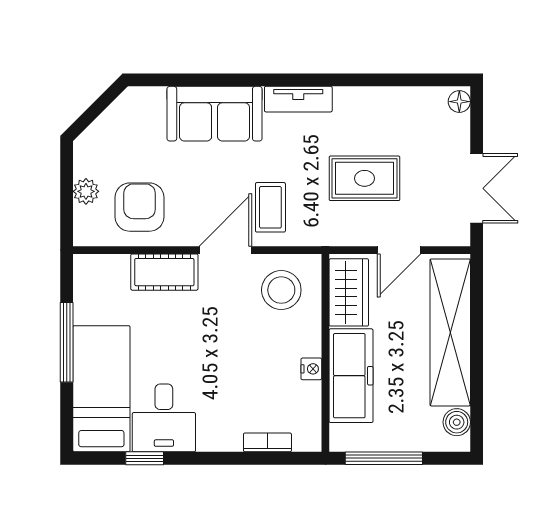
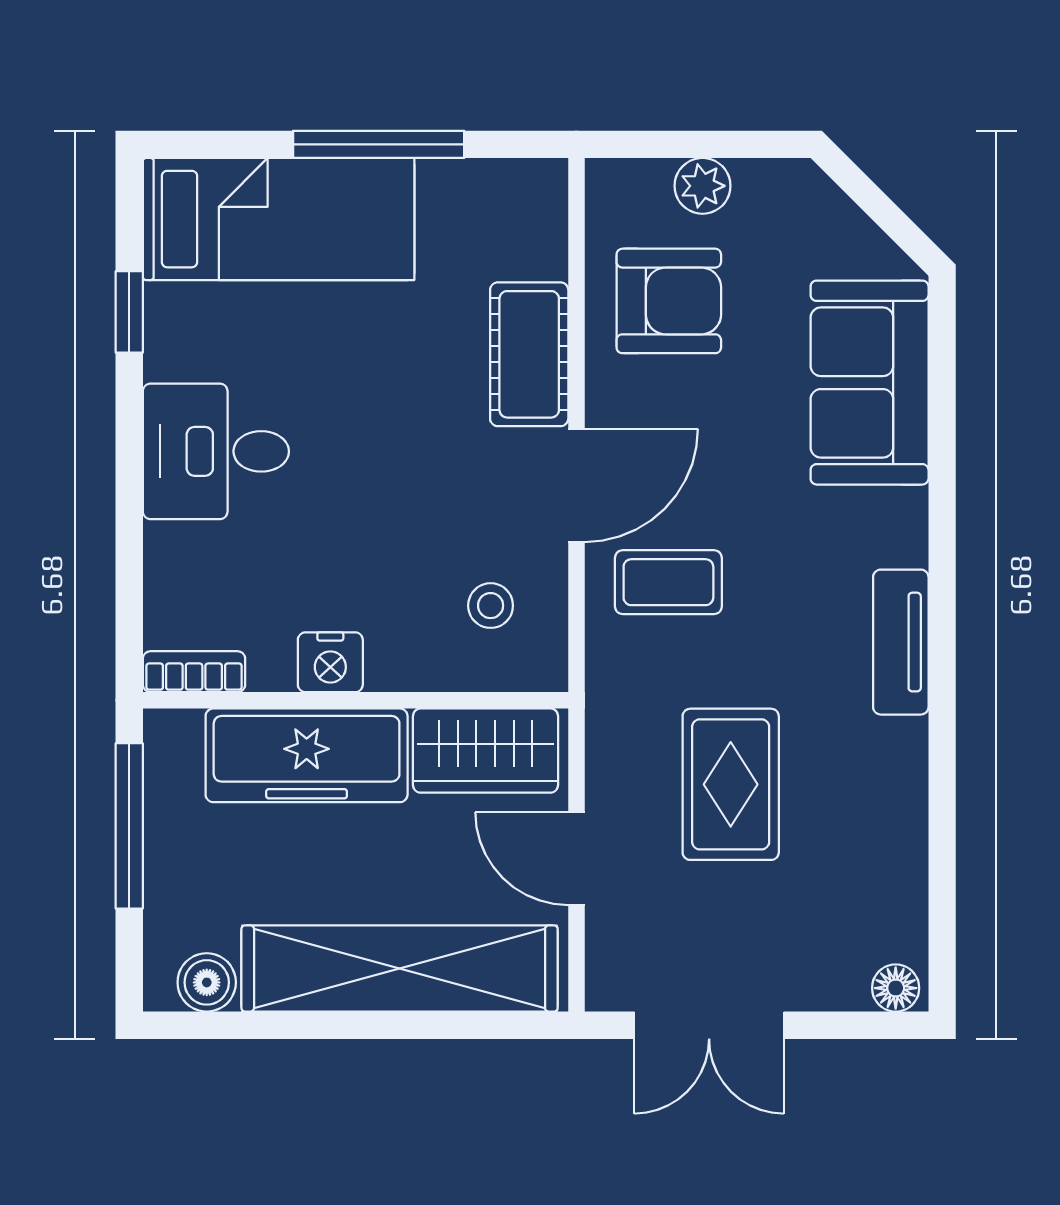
sofa: (215, 114) -> (870, 383), moved
door: (225, 250) -> (576, 485), hinge flipped
stool: (281, 290) -> (491, 606), width x0.53, depth x0.53
nightstand: (311, 369) -> (330, 662), width x1.39, depth x1.35
desk: (164, 418) -> (216, 451), moved
bookcase: (267, 442) -> (194, 672), moved, turned -90

